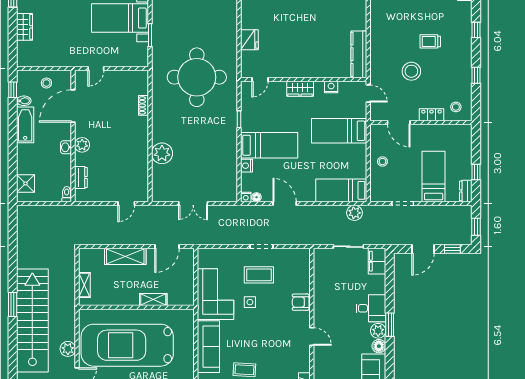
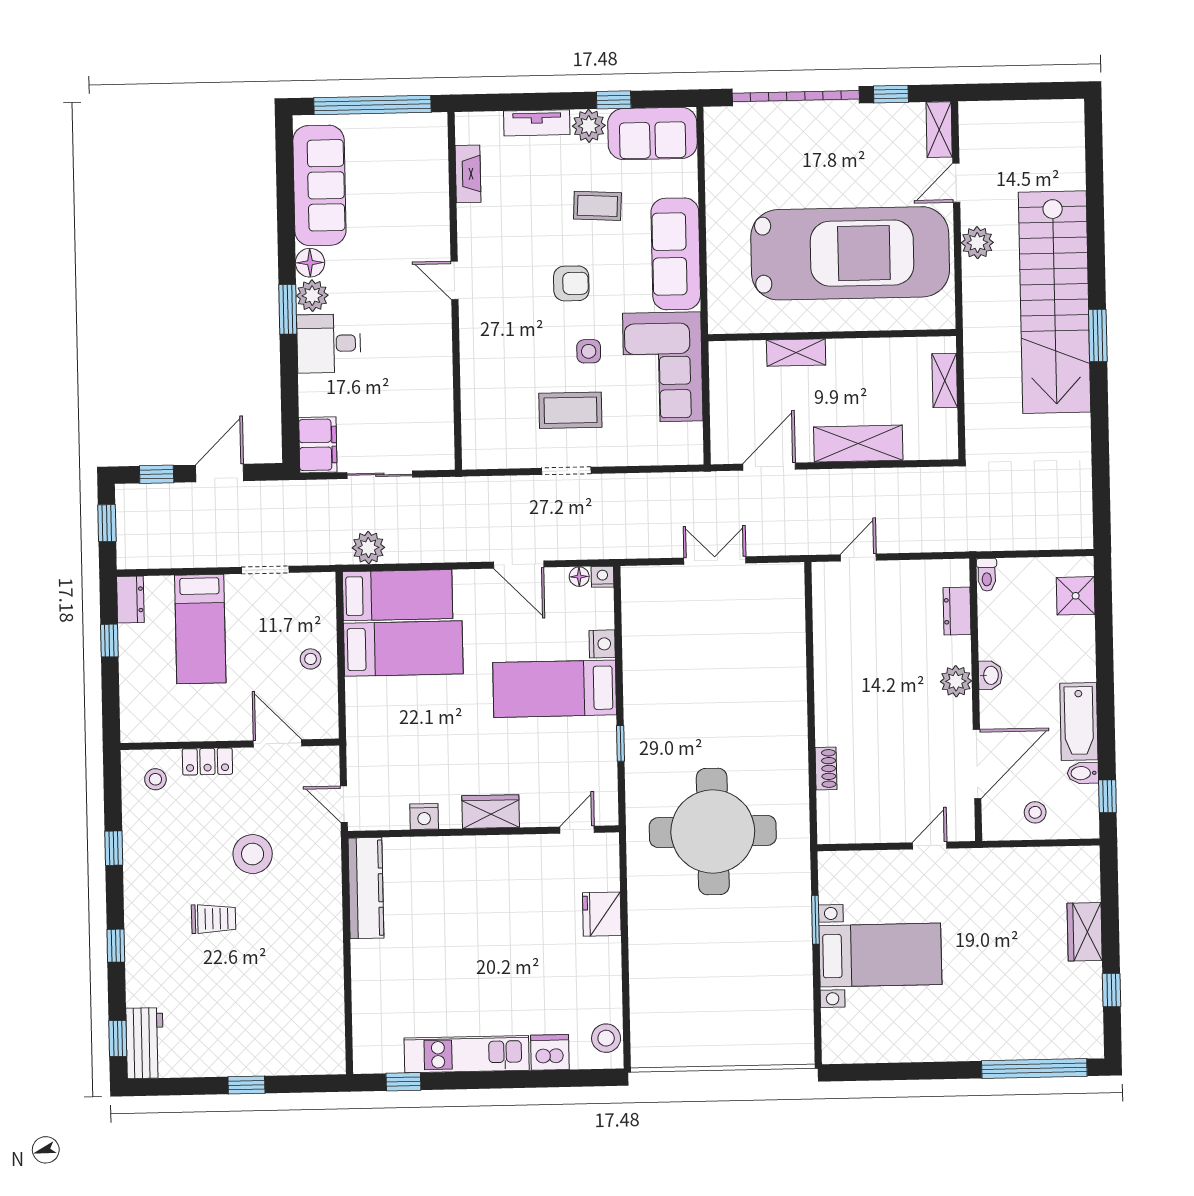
bed: (339, 131) -> (403, 649), moved
plant: (162, 153) -> (784, 667), removed
armchair: (301, 302) -> (571, 283), moved

